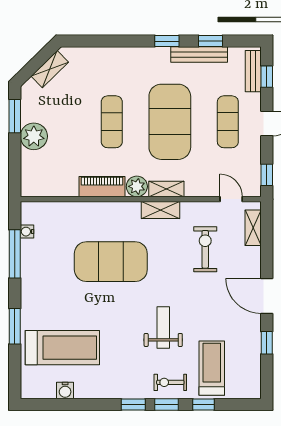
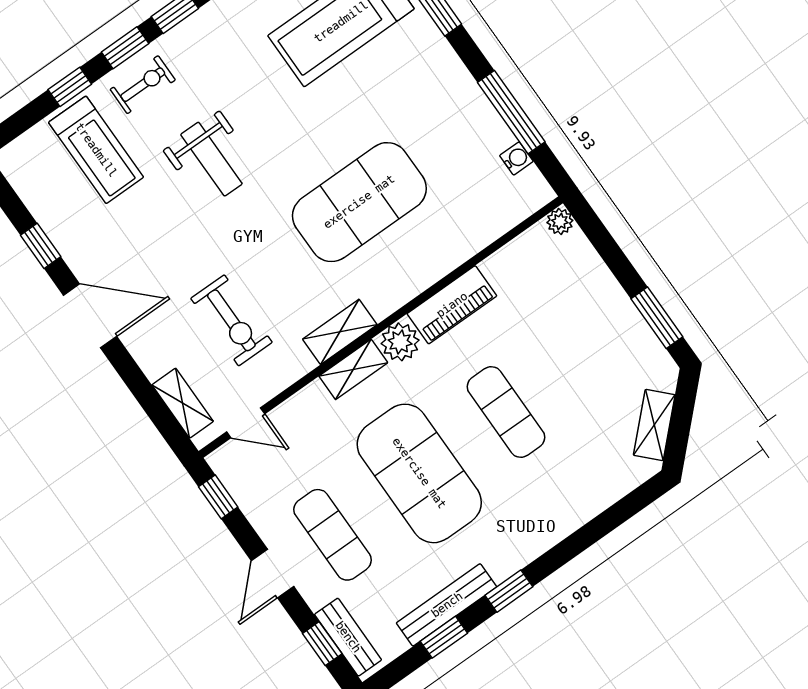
plant: (34, 136) -> (560, 221), moved, width x0.53, depth x0.53

